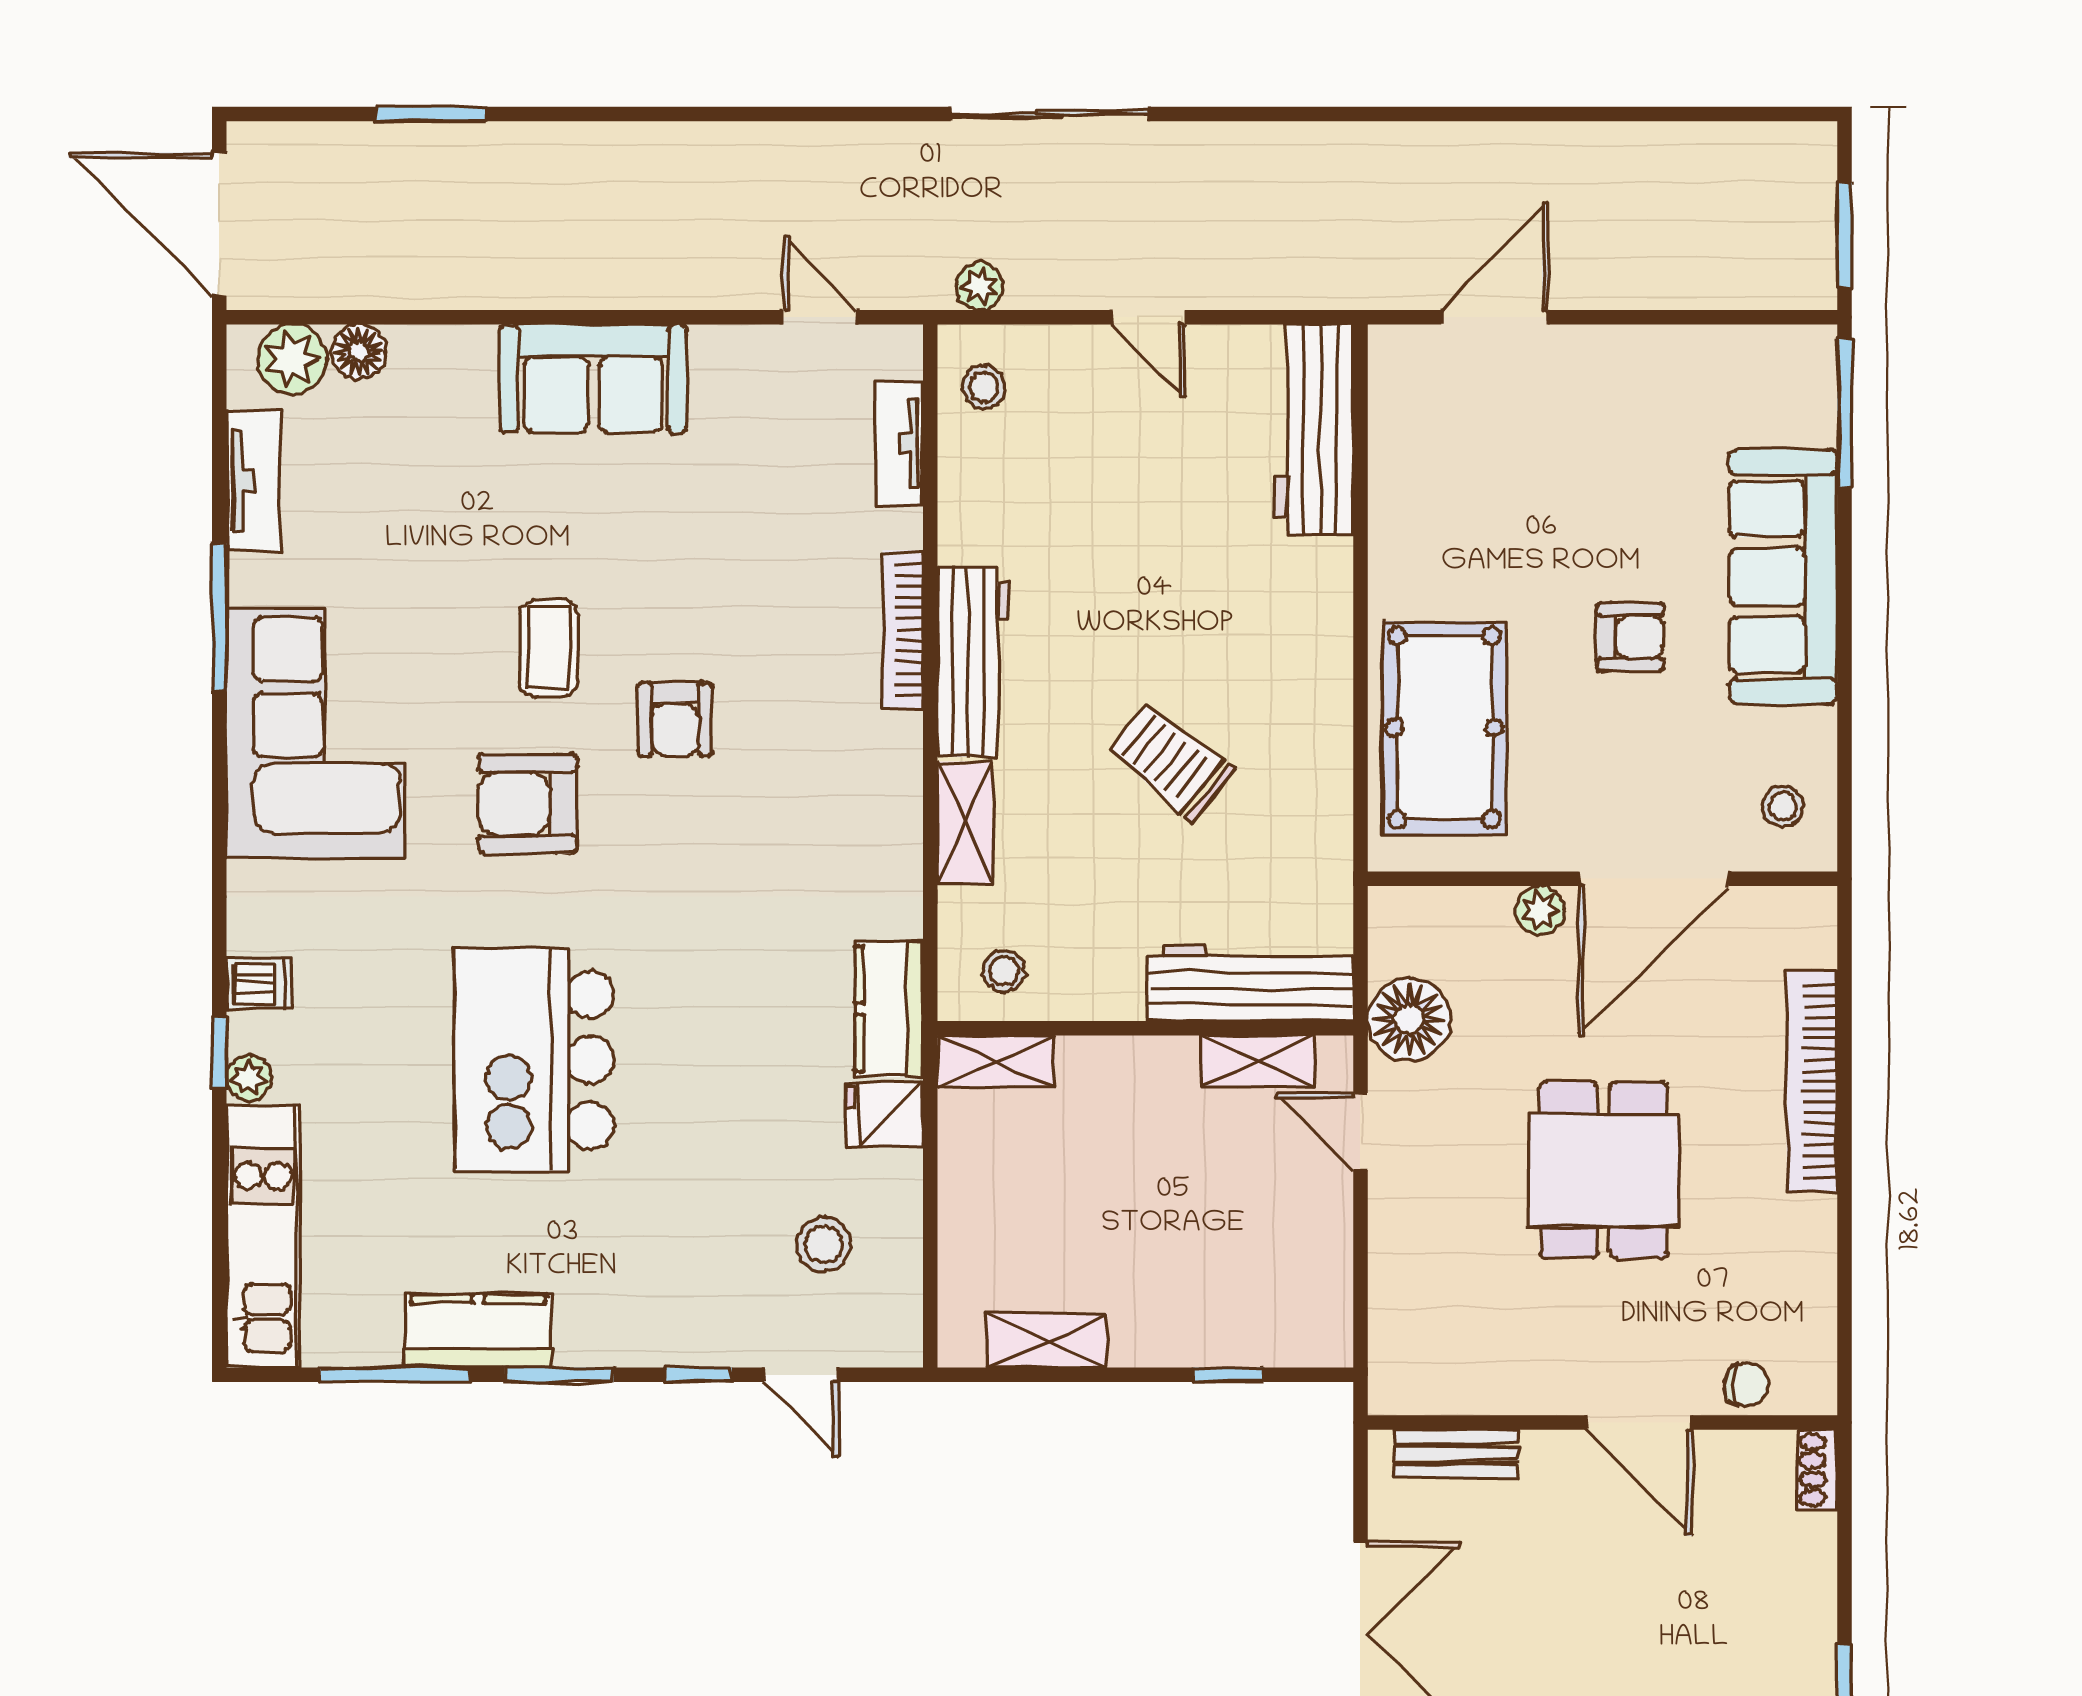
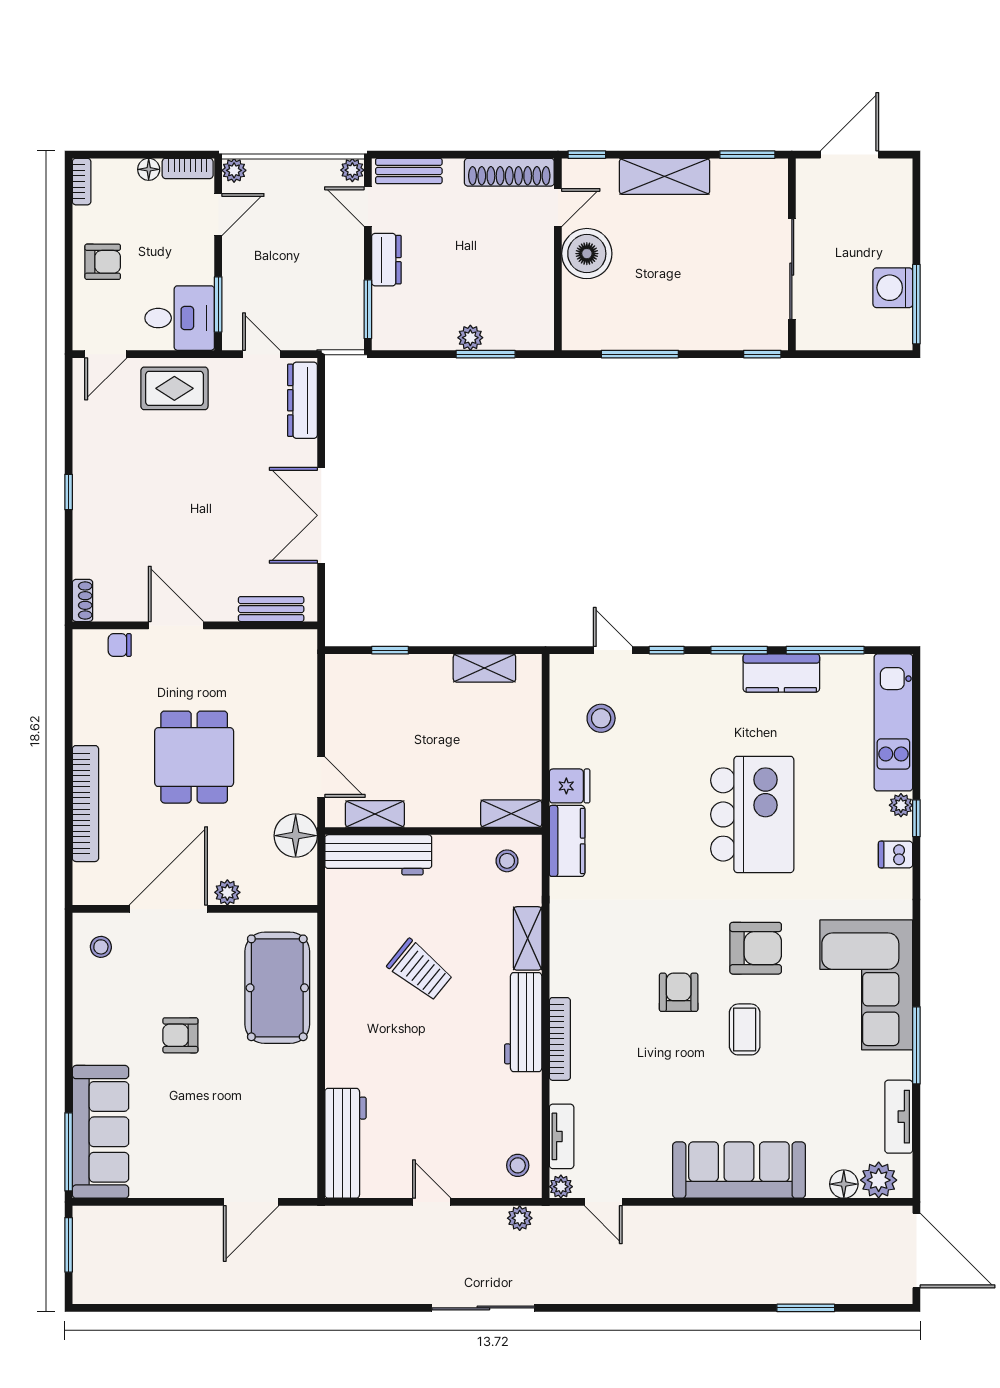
plant: (901, 347) -> (561, 1187), added
sofa: (593, 378) -> (739, 1170), width x1.36
sofa: (1783, 577) -> (101, 1132), moved

